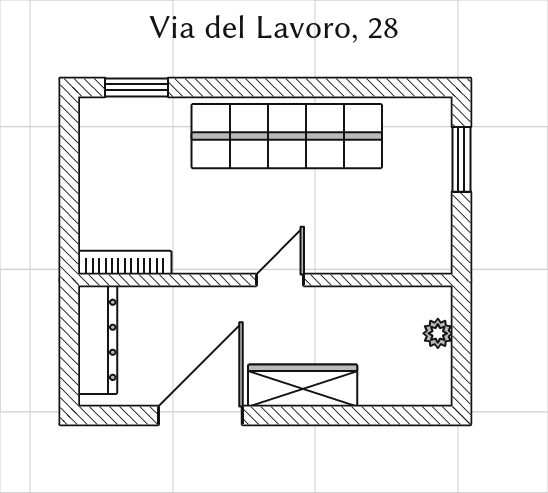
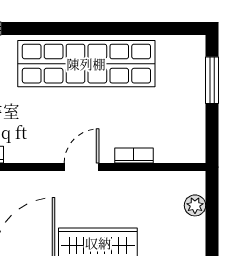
bookcase: (353, 264) -> (134, 156), added

